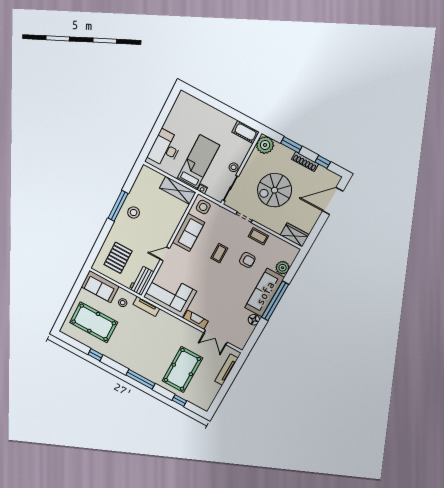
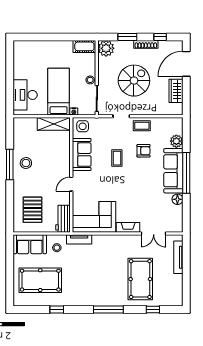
spiral stairs: (275, 190) -> (134, 81), turned 180
wardrobe: (295, 235) -> (176, 91), moved, turned -90

